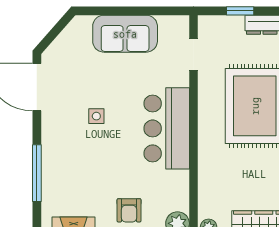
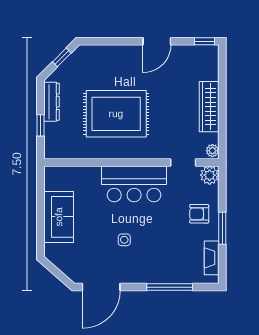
doorway: (194, 55) -> (183, 163), moved
armchair: (129, 210) -> (199, 214), turned 180

